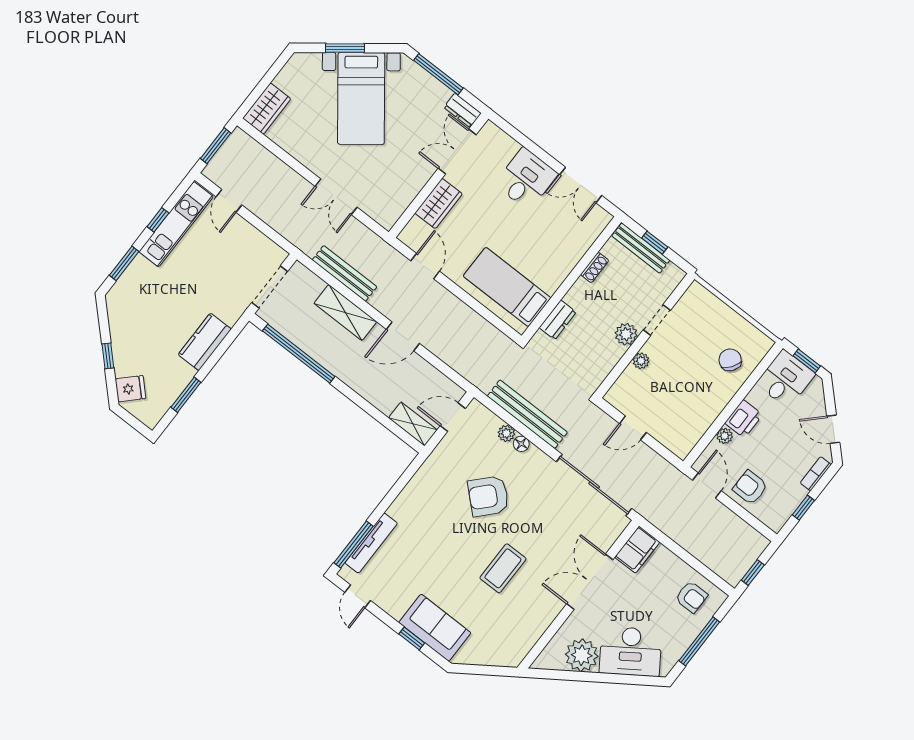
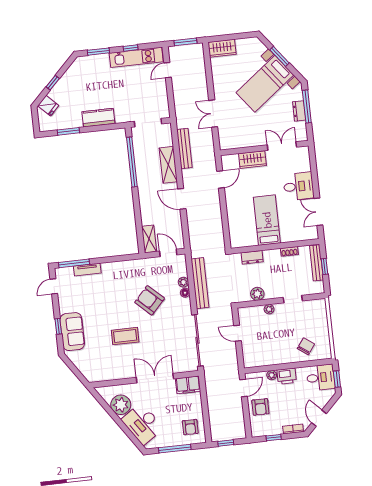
dresser: (463, 110) -> (299, 111), moved
bed: (507, 287) -> (267, 220), moved
plant: (626, 334) -> (257, 294), moved
armchair: (750, 487) -> (260, 407), turned 180
tv unit: (371, 543) -> (87, 270), width x0.71

